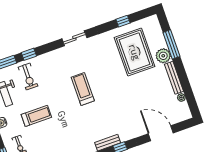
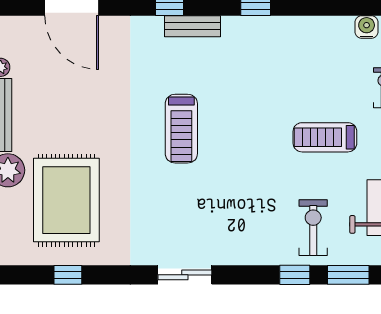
treadmill: (83, 89) -> (181, 129), moved

